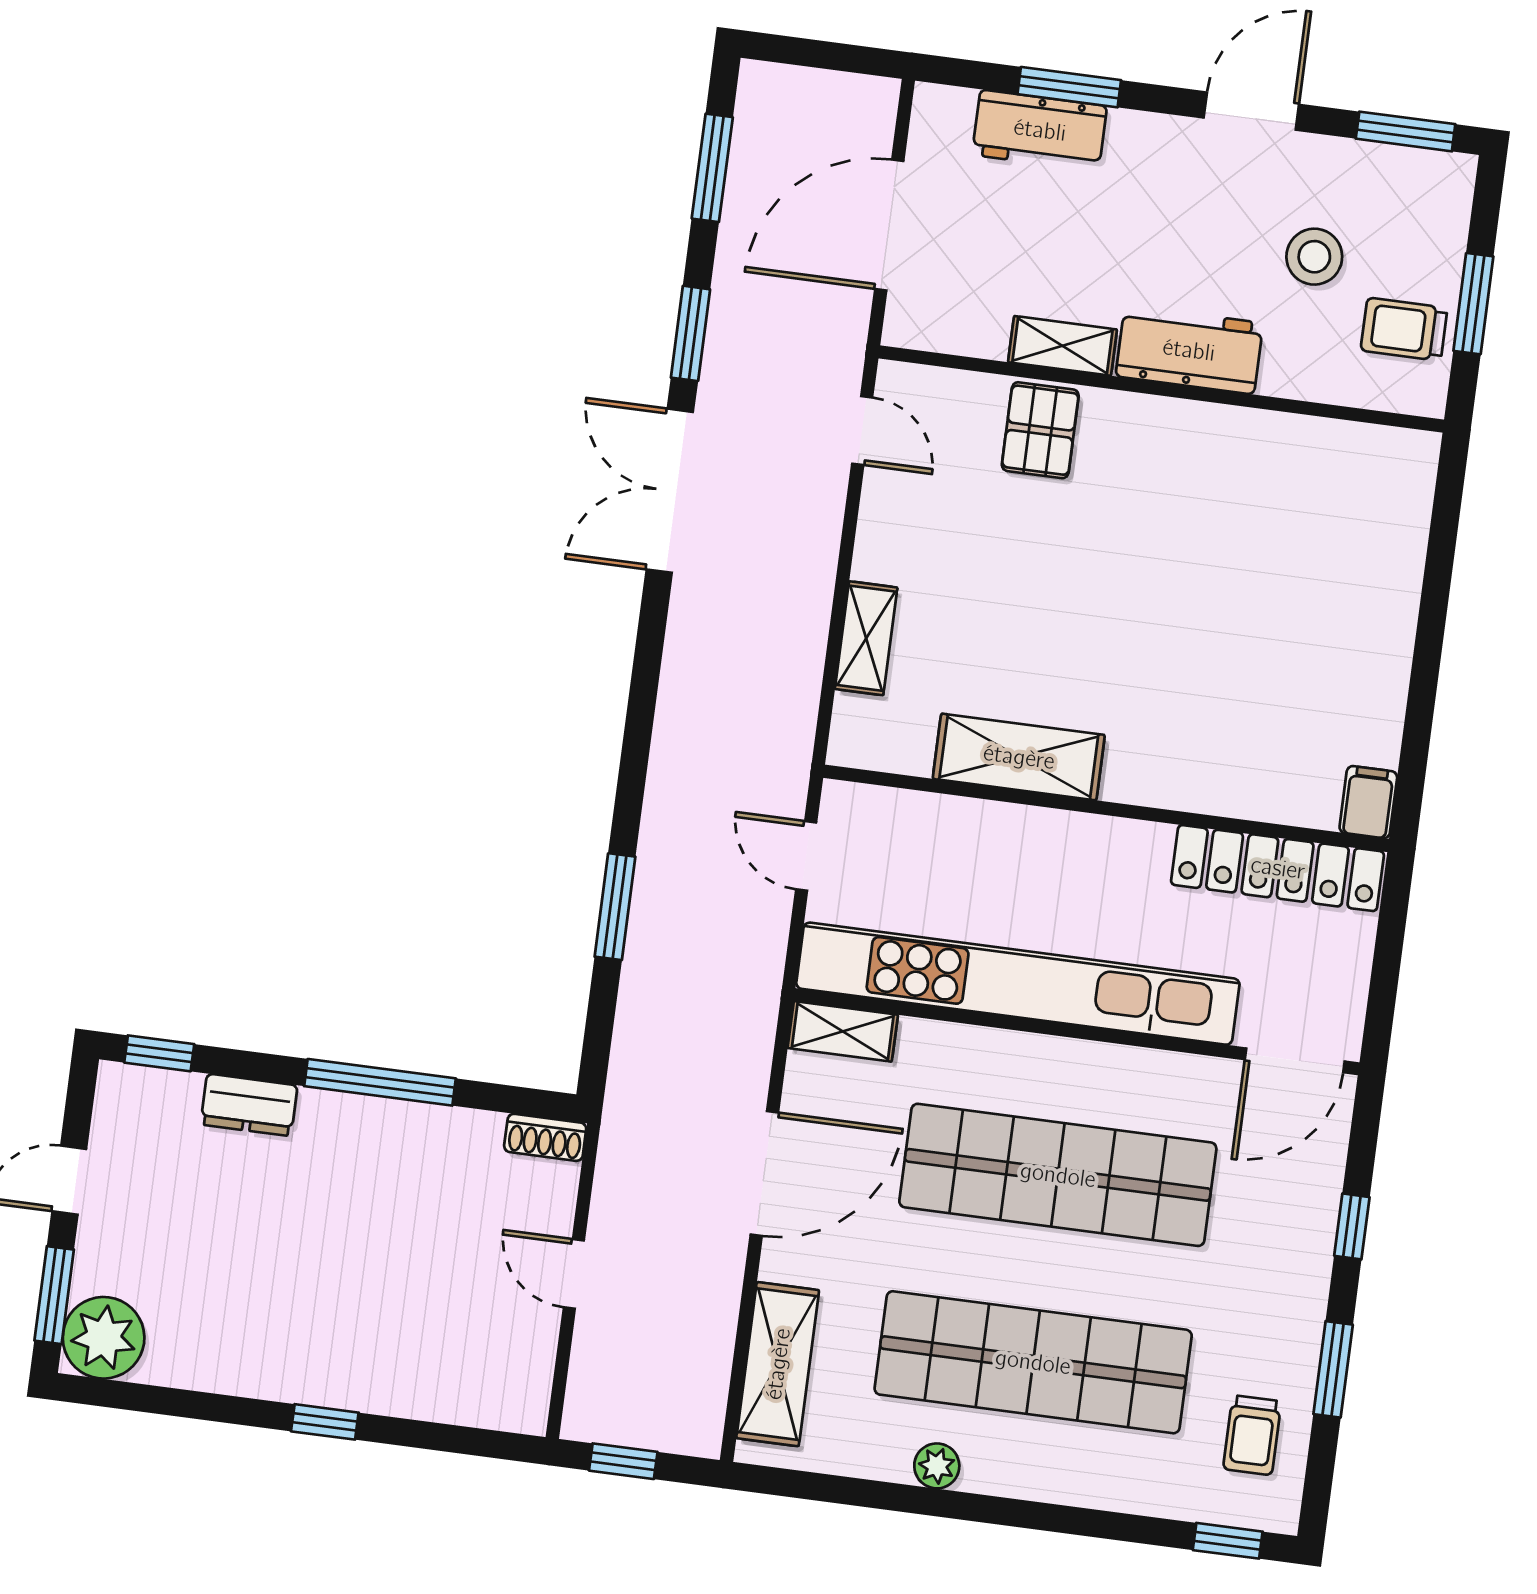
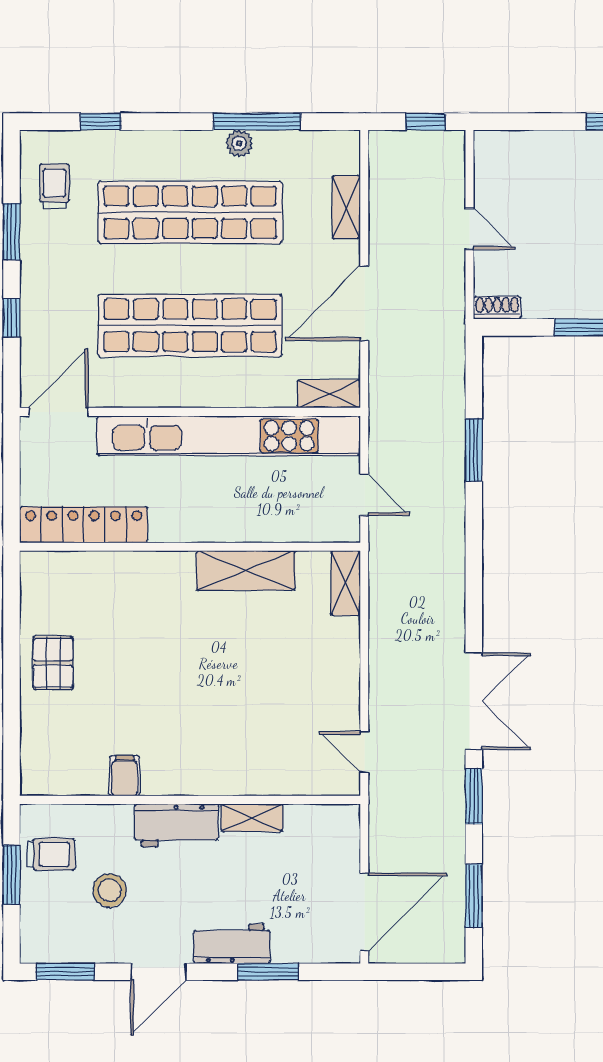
workbench: (1040, 130) -> (232, 944), moved
door: (889, 225) -> (364, 912), moved
pallet: (1040, 430) -> (53, 663), moved
shelving: (866, 638) -> (346, 583), moved
filing cabinet: (1368, 802) -> (125, 776), moved, turned 180
shelving: (778, 1364) -> (346, 207), width x0.67, depth x0.75
window: (903, 1498) -> (257, 122), added
window: (1228, 1541) -> (100, 122), moved

